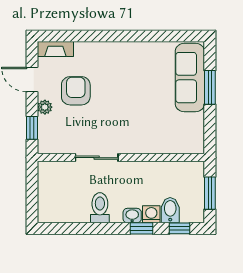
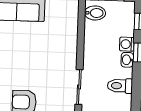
bidet: (170, 210) -> (95, 13), moved, turned 180

